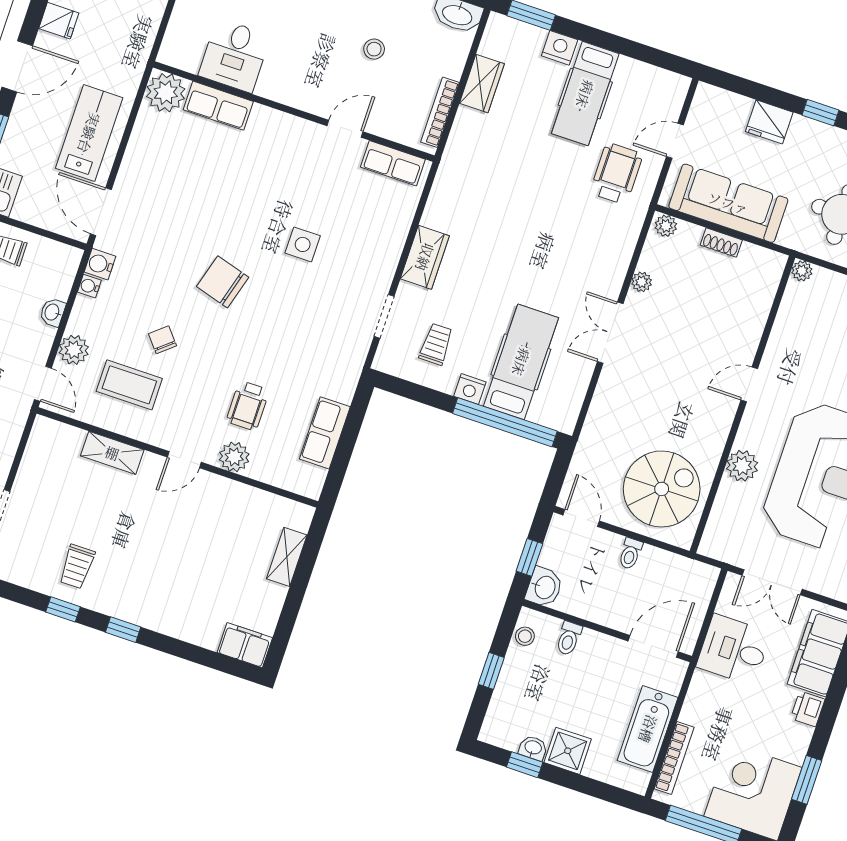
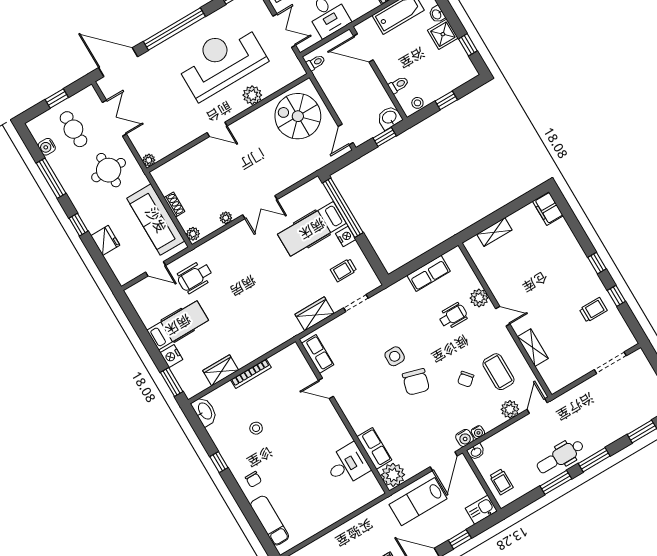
desk: (235, 55) -> (347, 465), moved
plant: (166, 93) -> (393, 475), moved
row of seats: (218, 106) -> (374, 448), moved
wall: (294, 111) -> (342, 416), moved
door: (345, 129) -> (326, 388), moved
row of seats: (393, 163) -> (318, 354), moved
side table: (303, 244) -> (395, 356), moved
washbasin: (52, 312) -> (476, 452), moved
toilet: (630, 554) -> (316, 63), moved
washbasin: (533, 748) -> (437, 14), moved

